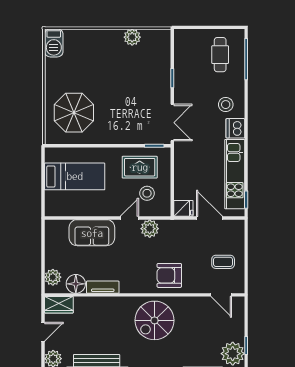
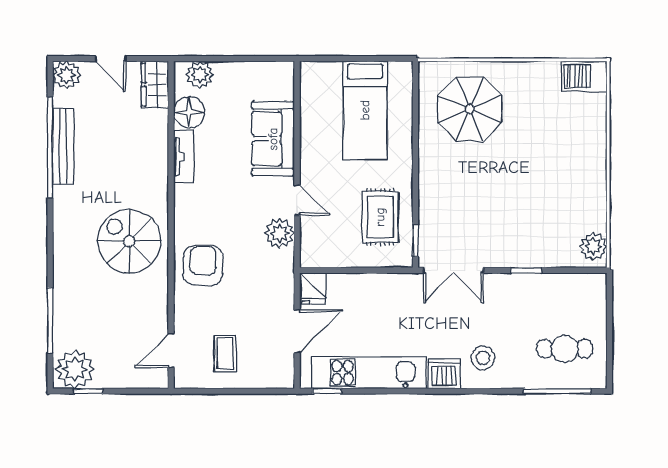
plant: (132, 37) -> (593, 246), moved
stool: (147, 193) -> (338, 229), removed

